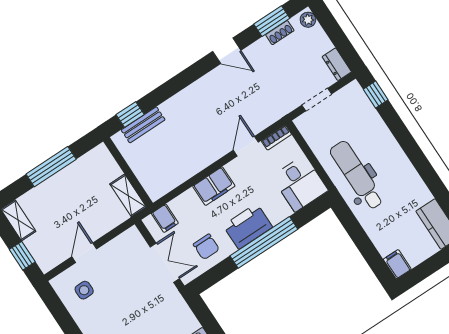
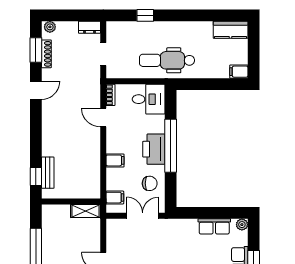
shoe rack: (280, 33) -> (46, 54), width x1.43
window: (376, 94) -> (145, 15), moved
filing cabinet: (214, 186) -> (115, 160), width x0.50

